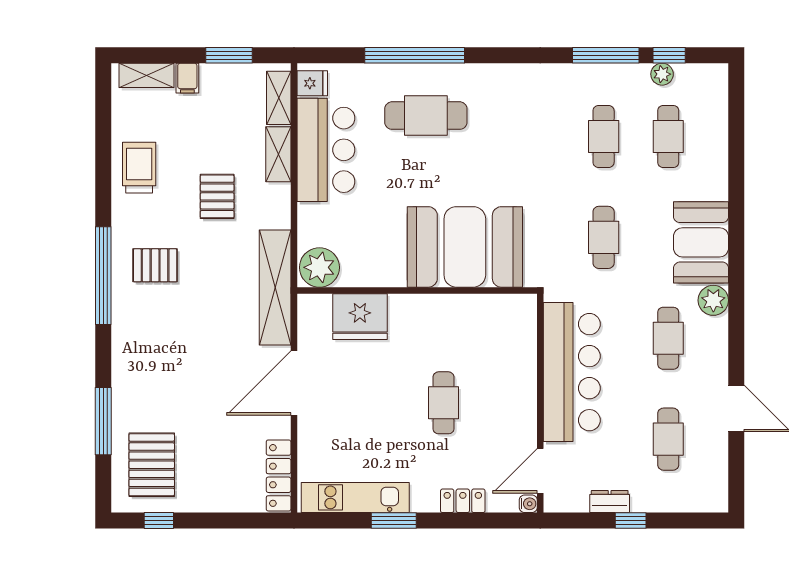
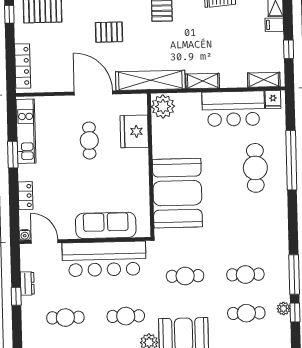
window: (229, 55) -> (289, 49), width x0.67
shelving: (278, 154) -> (203, 81), moved
pallet: (217, 196) -> (109, 32), moved
sofa: (516, 368) -> (106, 225), added
cafe table: (443, 403) -> (89, 141), moved, turned 90
locker: (279, 475) -> (23, 66), moved, turned 90

